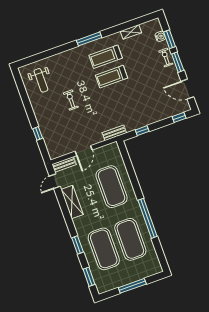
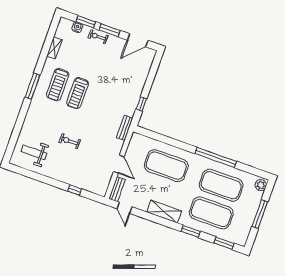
weight bench: (41, 80) -> (34, 152), turned 180
window: (179, 117) -> (155, 66), removed
shelving: (72, 202) -> (164, 212), moved
plant: (155, 269) -> (261, 185), added

